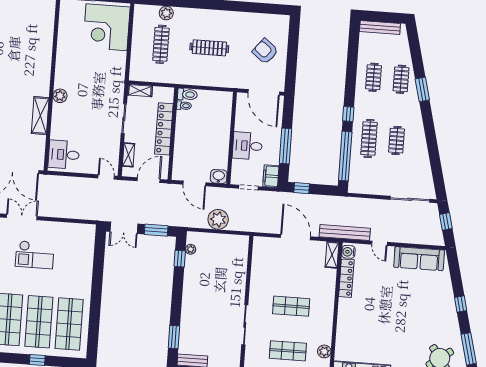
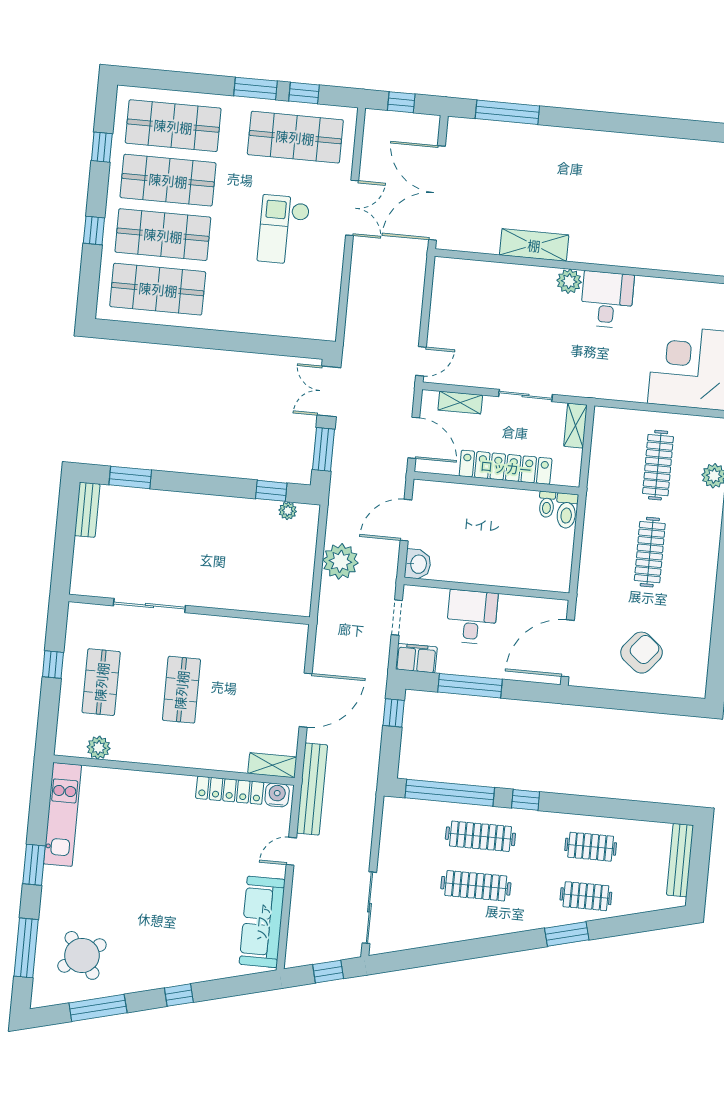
clothes rail: (161, 44) -> (658, 465), turned 90
clothes rail: (397, 141) -> (476, 886), width x1.36
desk: (64, 155) -> (607, 300), moved

